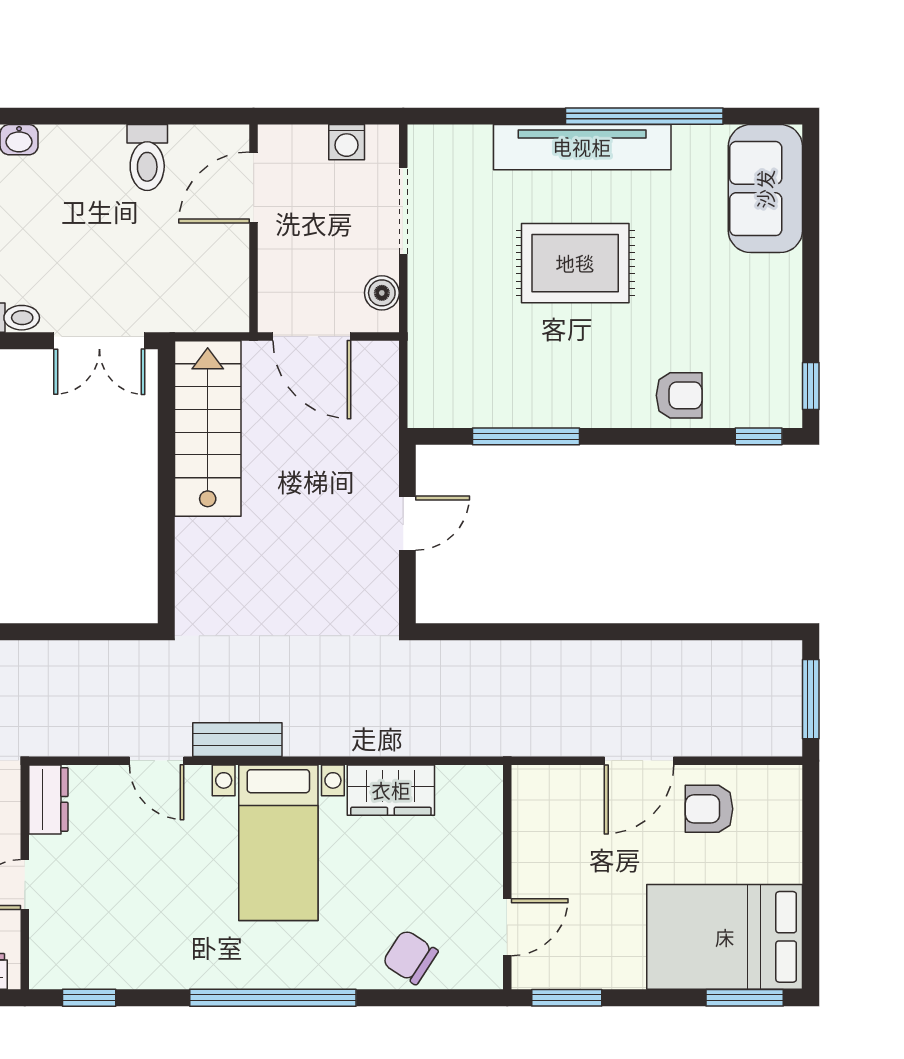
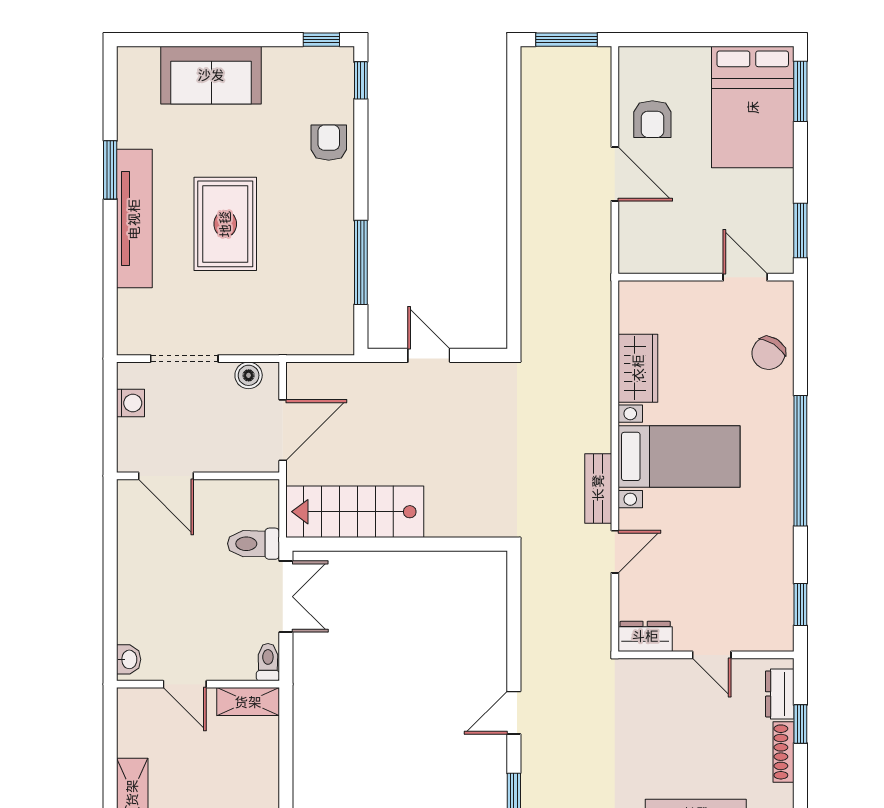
window: (644, 116) -> (110, 170), width x0.47
toilet: (147, 158) -> (254, 544), moved, turned 180
sofa: (765, 189) -> (211, 75), moved

